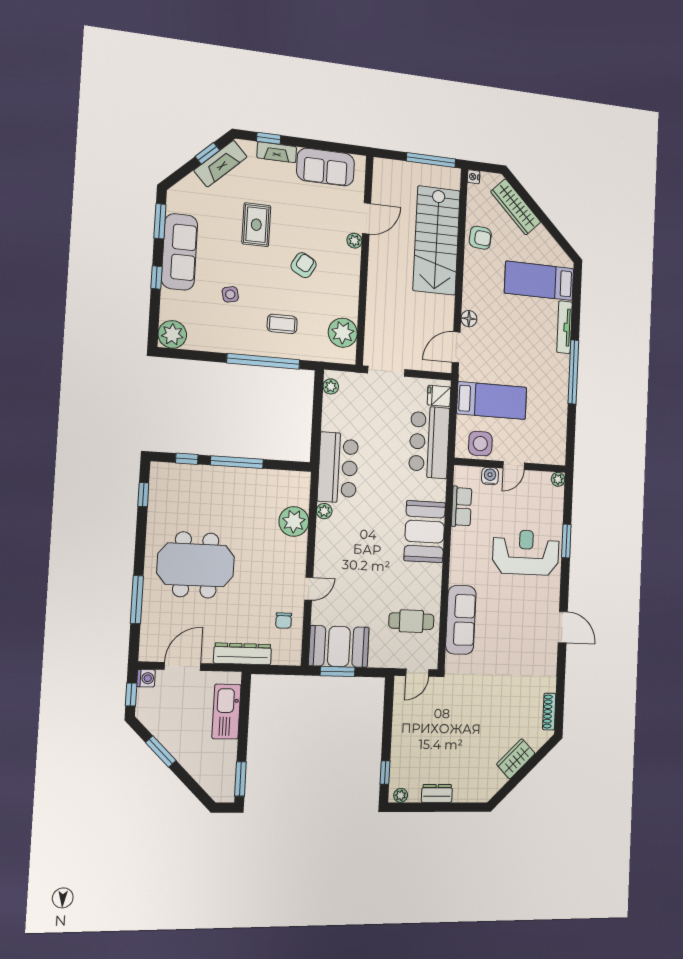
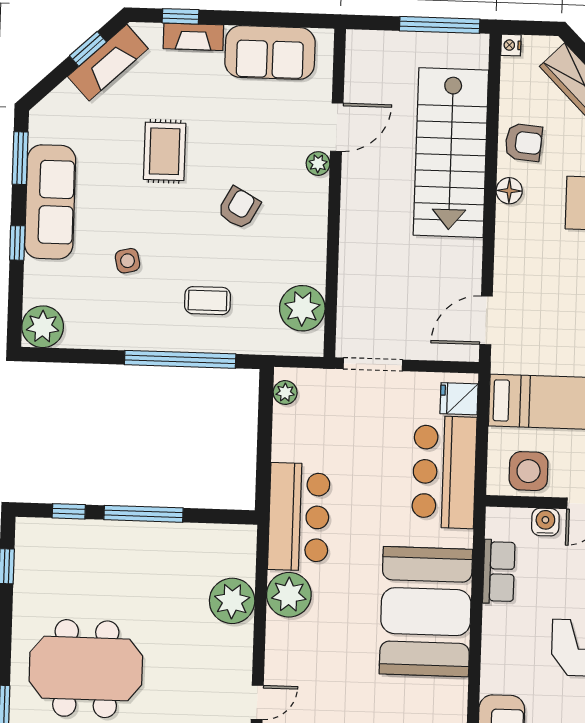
floor lamp: (469, 319) -> (509, 191), moved
plant: (324, 511) -> (289, 595), width x1.88, depth x1.88
booth: (425, 532) -> (426, 612), width x1.36, depth x1.42

